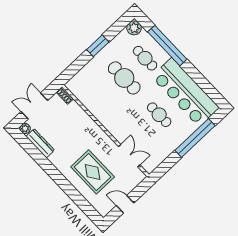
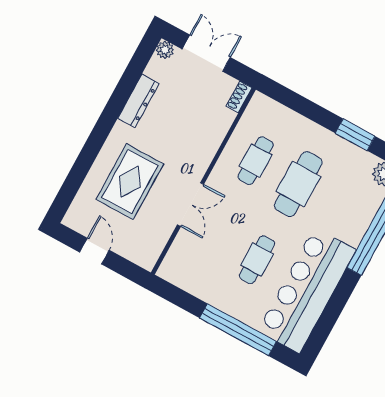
window: (98, 46) -> (355, 135), moved
cafe table: (145, 58) -> (256, 161), moved
dresser: (40, 143) -> (138, 101), moved
double door: (129, 156) -> (191, 204), moved

